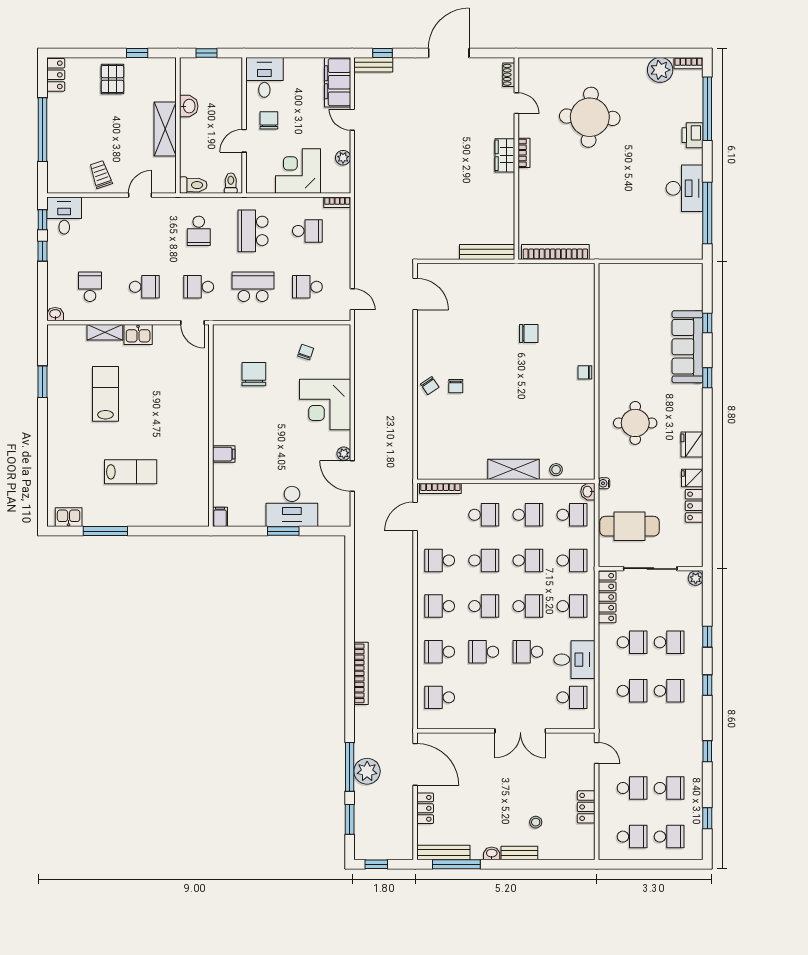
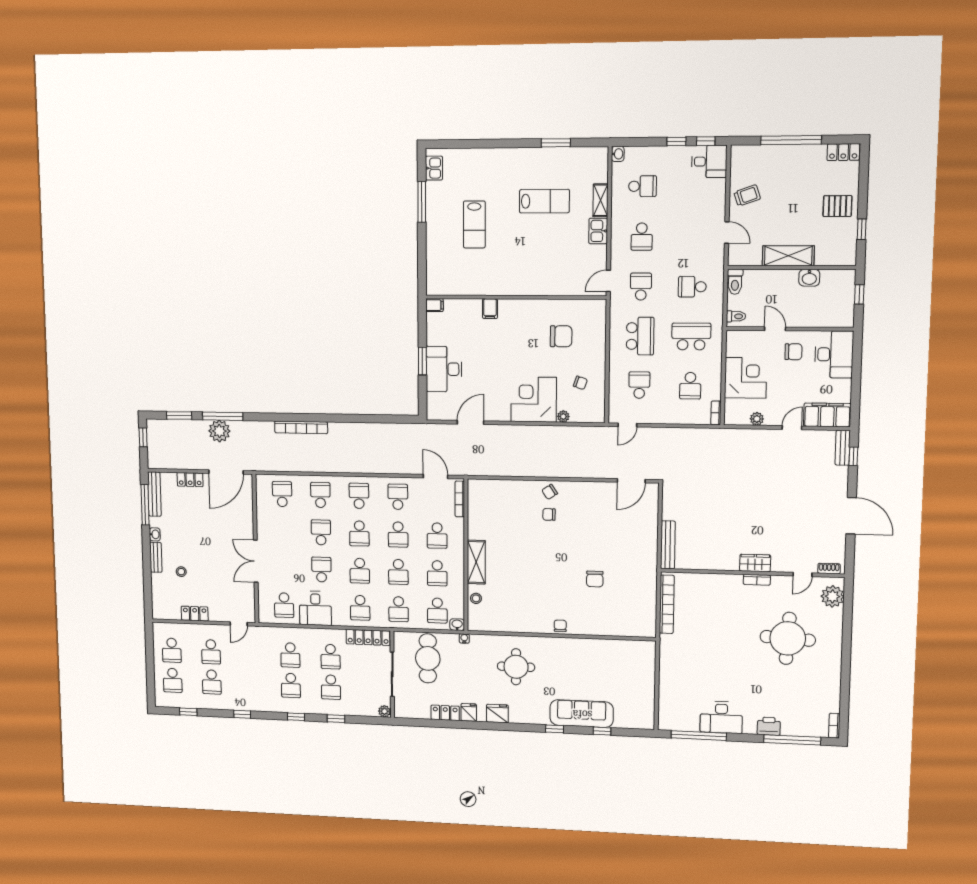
plant: (660, 70) -> (833, 596), moved
desk: (264, 77) -> (834, 354), width x1.37
plant: (344, 454) -> (563, 416), moved

